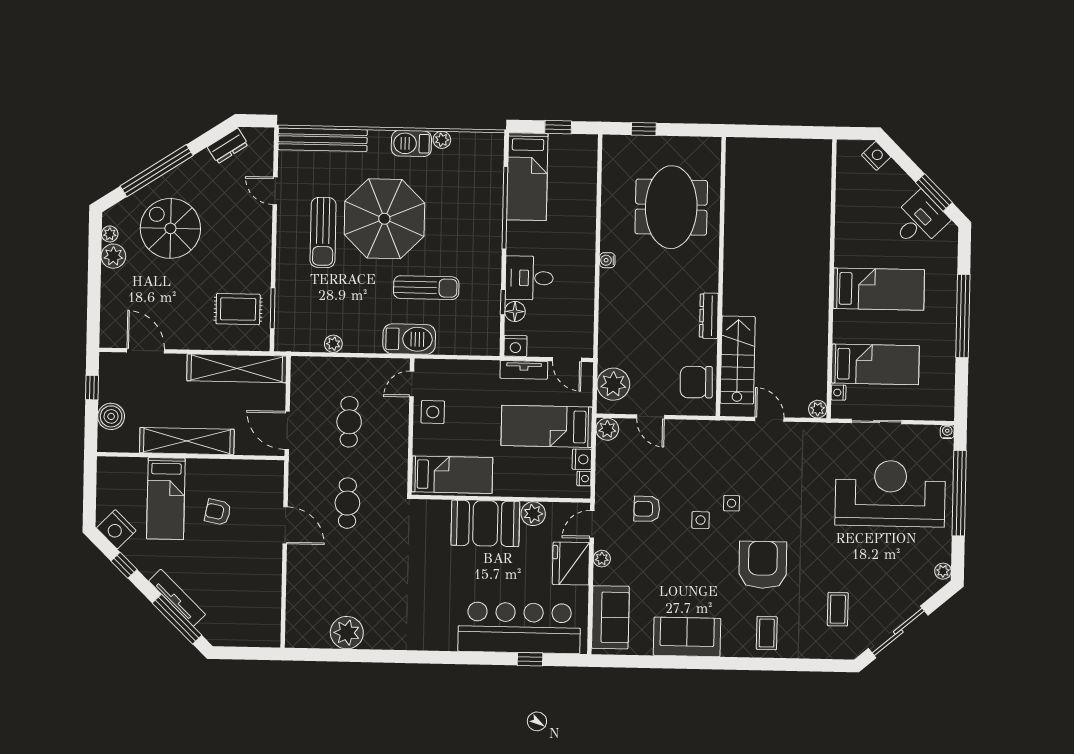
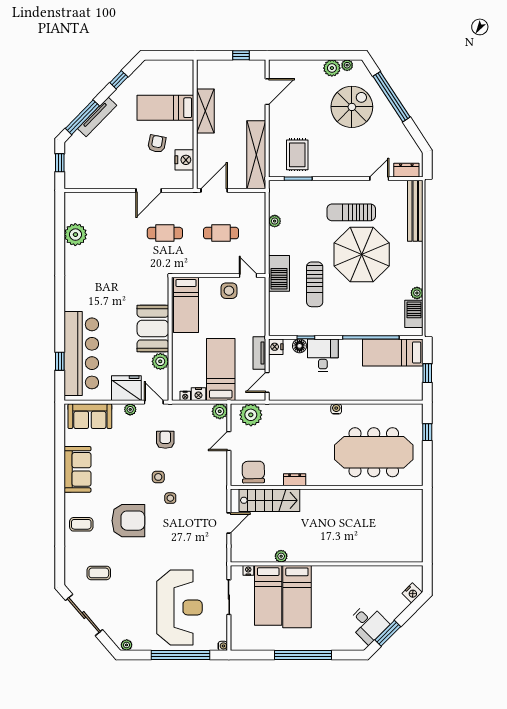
barbecue: (411, 143) -> (414, 314), moved
dresser: (228, 146) -> (406, 170), moved, turned 123
meeting table: (671, 207) -> (374, 452), width x1.36
bed: (879, 289) -> (297, 597), moved
dresser: (709, 316) -> (295, 480), width x0.70
plant: (818, 409) -> (281, 556), moved
boiler: (111, 416) -> (221, 69), removed
shelving: (187, 441) -> (205, 111), width x0.68
nightstand: (116, 529) -> (184, 160), moved, turned 136
window: (242, 653) -> (60, 163), added

